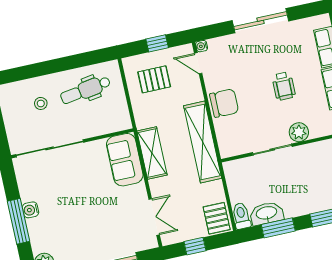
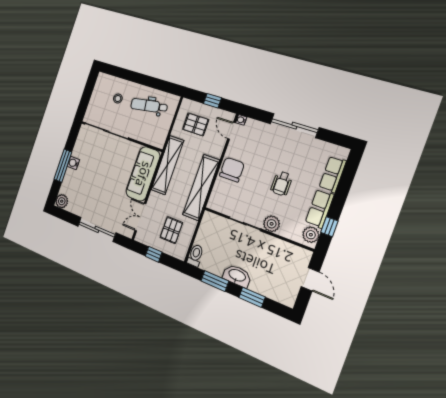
chair: (224, 103) -> (232, 170), turned -90
shelving: (152, 153) -> (167, 165), width x1.47
sofa: (125, 160) -> (143, 174), width x1.36
washbasin: (267, 213) -> (237, 276), moved
double door: (154, 217) -> (140, 217), swing flipped
pallet: (217, 218) -> (171, 230), moved

